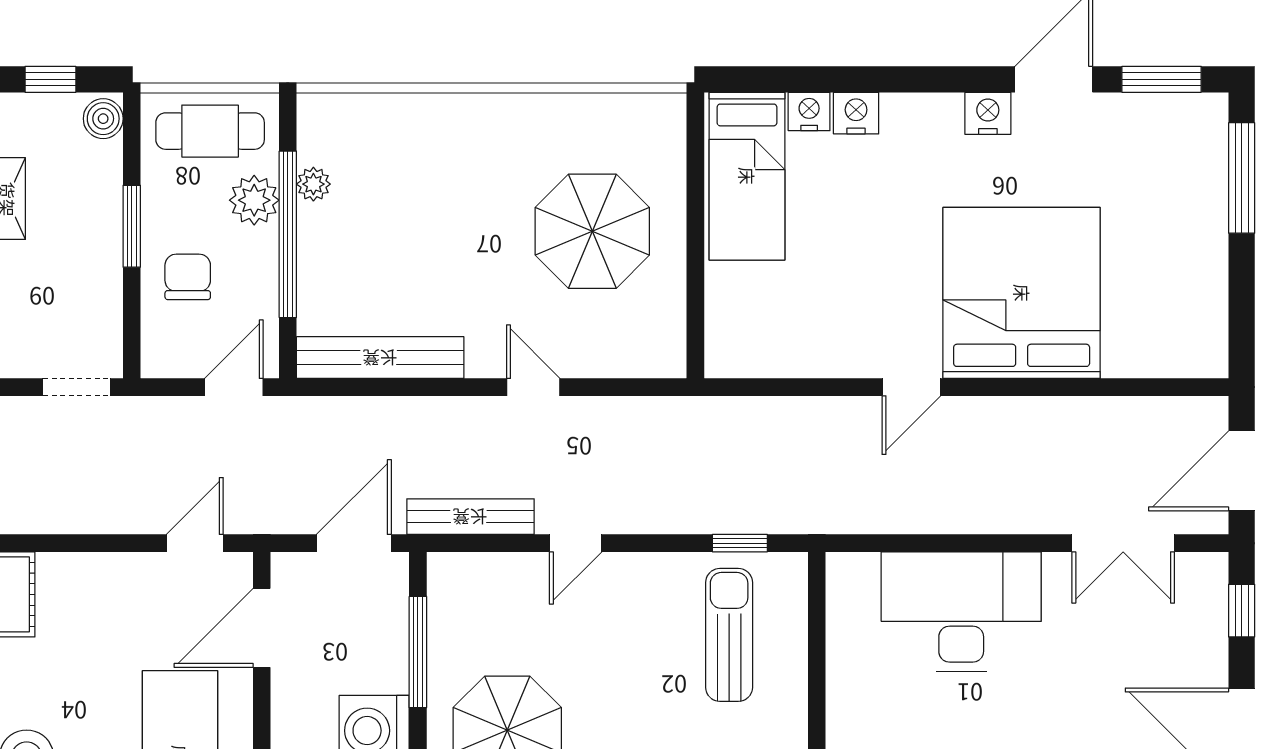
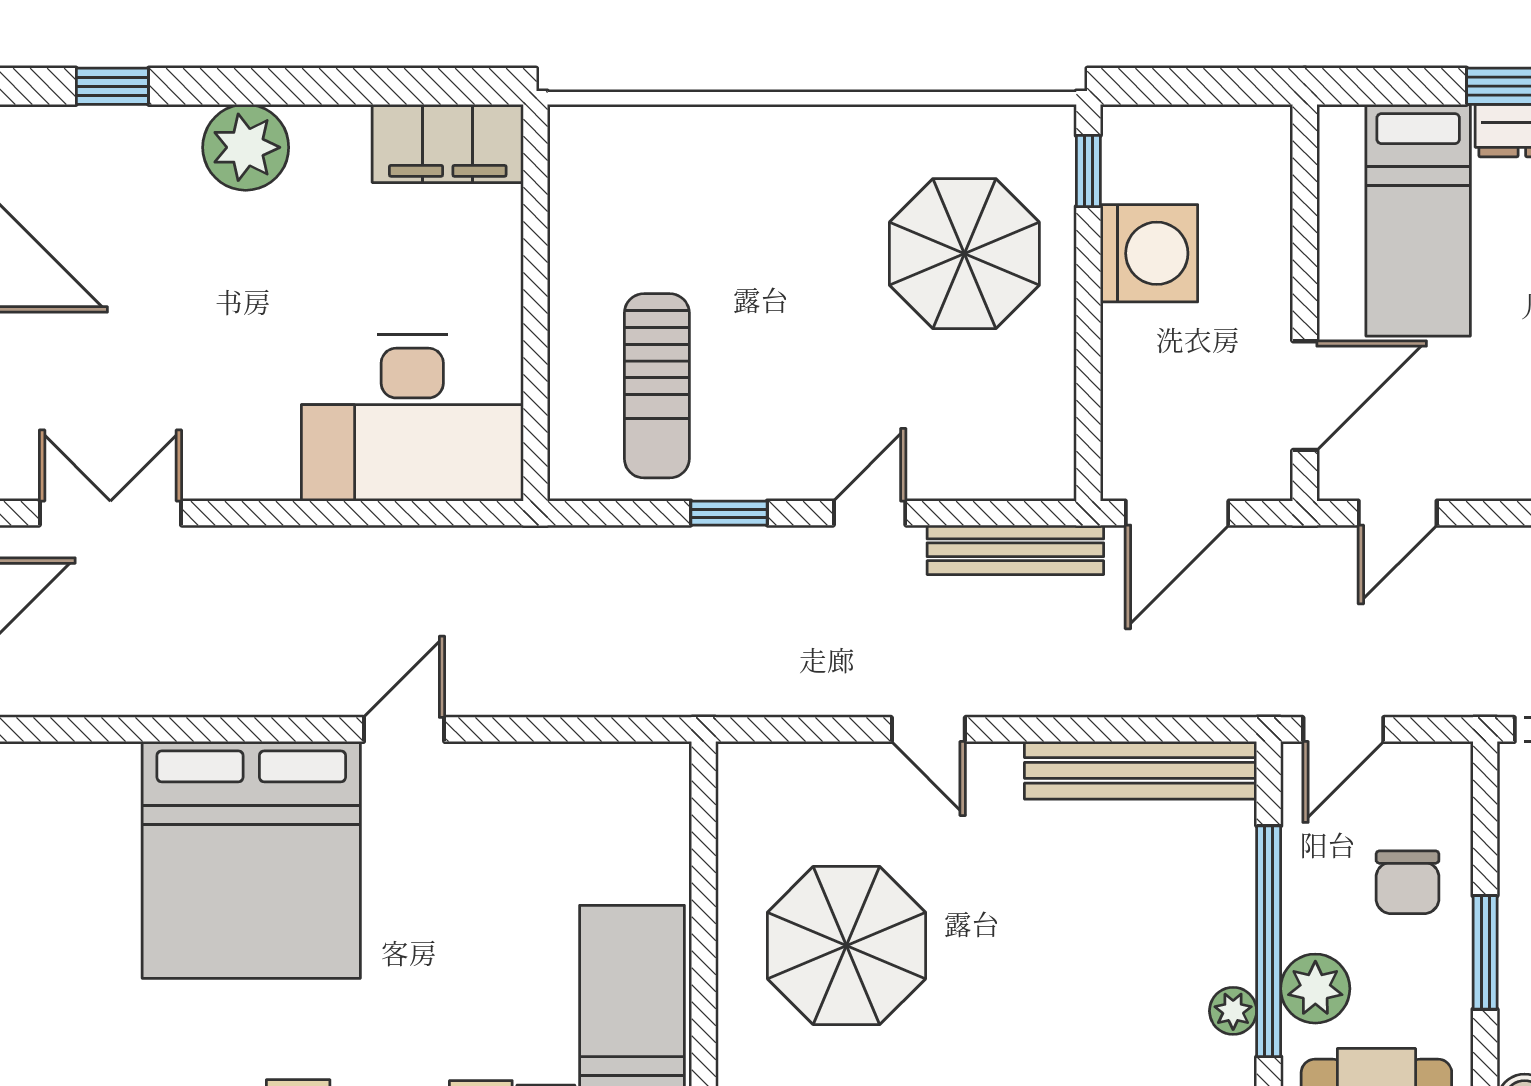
window: (740, 543) -> (729, 513), moved
desk: (961, 612) -> (412, 418), moved
window: (418, 652) -> (1088, 362), removed

